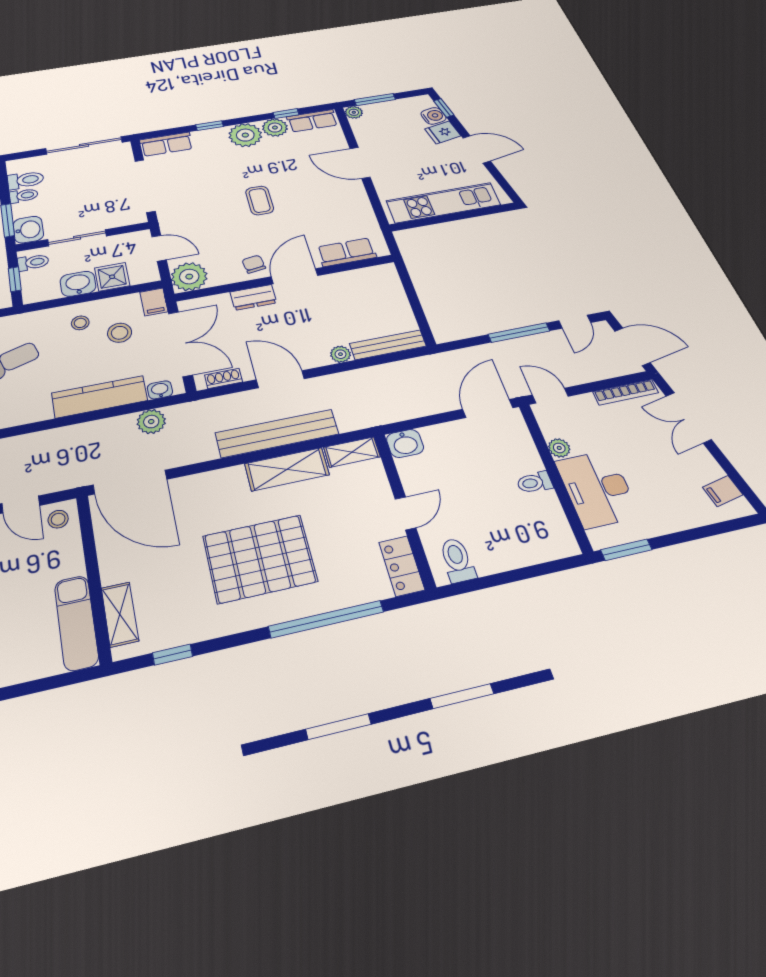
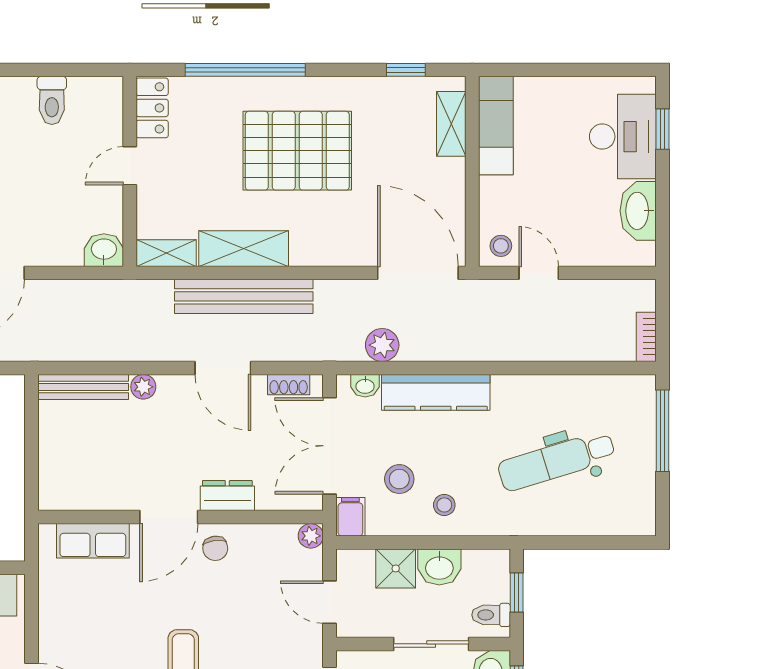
plant: (189, 277) -> (311, 536), width x0.53, depth x0.53
toilet: (457, 560) -> (52, 100), moved

